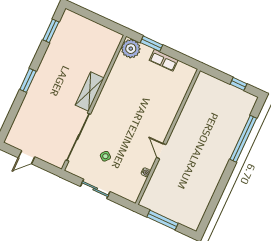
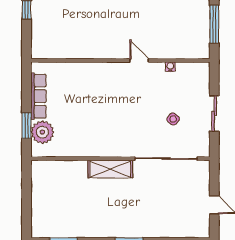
plant: (131, 49) -> (42, 132), moved
row of seats: (164, 60) -> (38, 96), width x1.48
door: (161, 151) -> (139, 60), swing flipped

